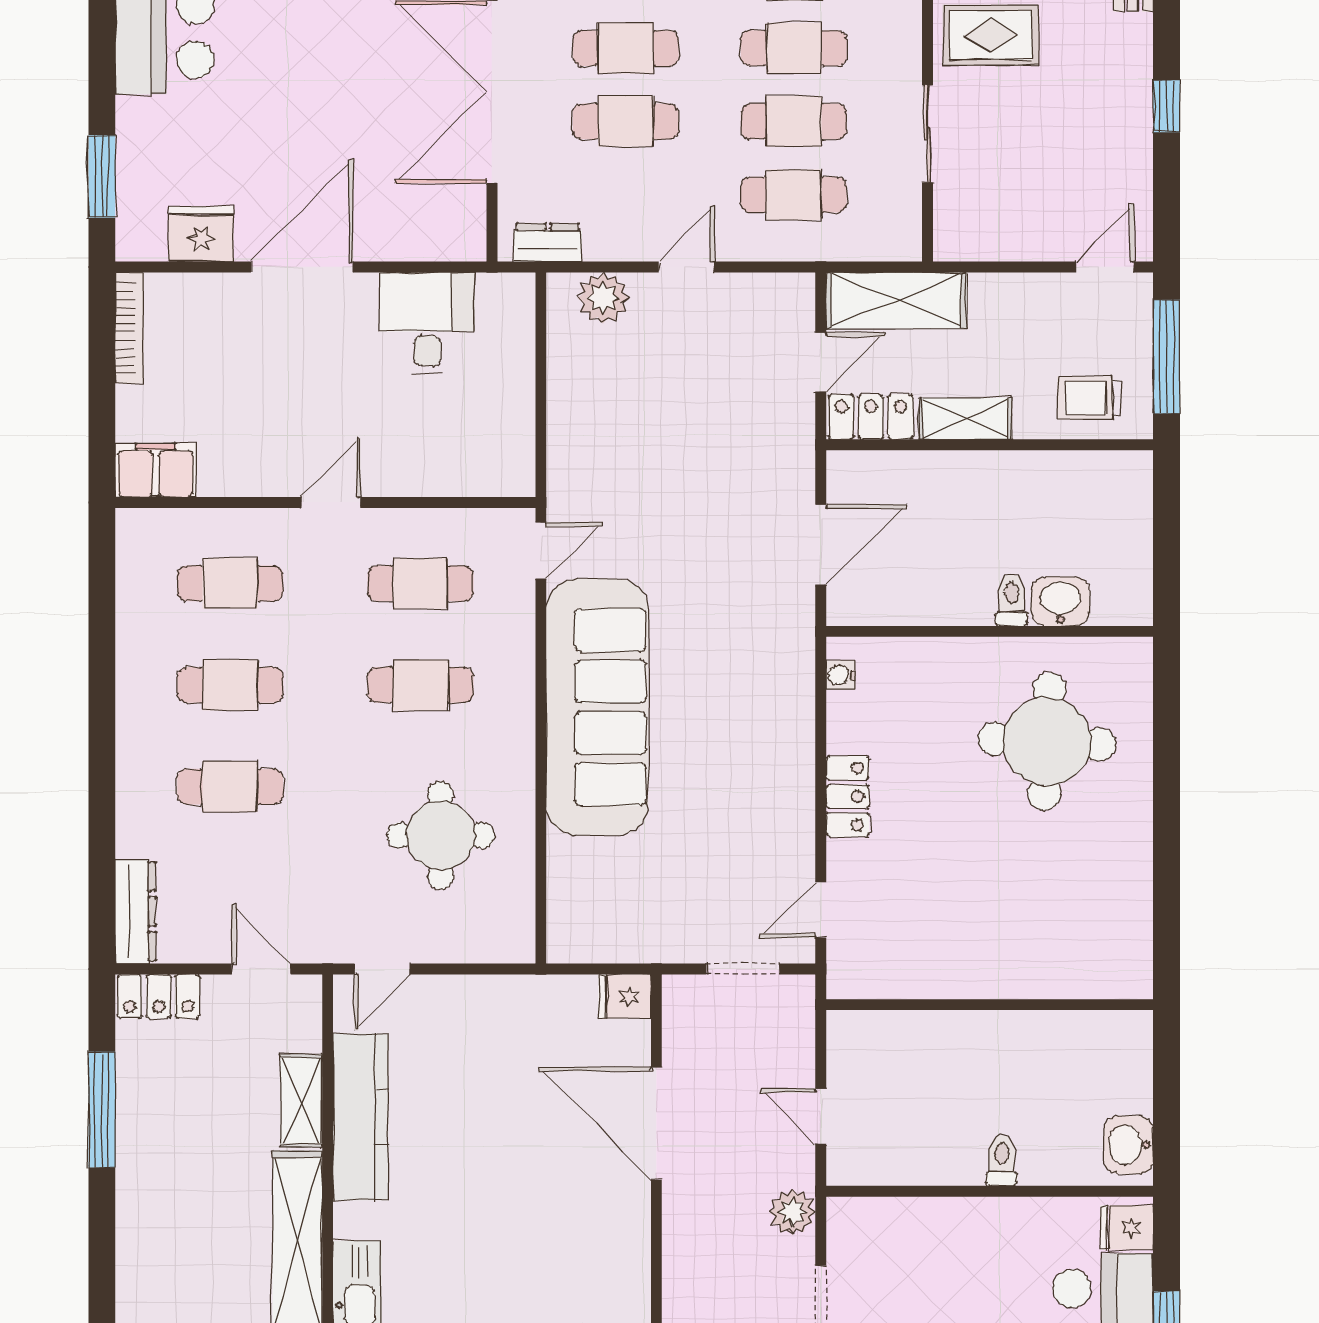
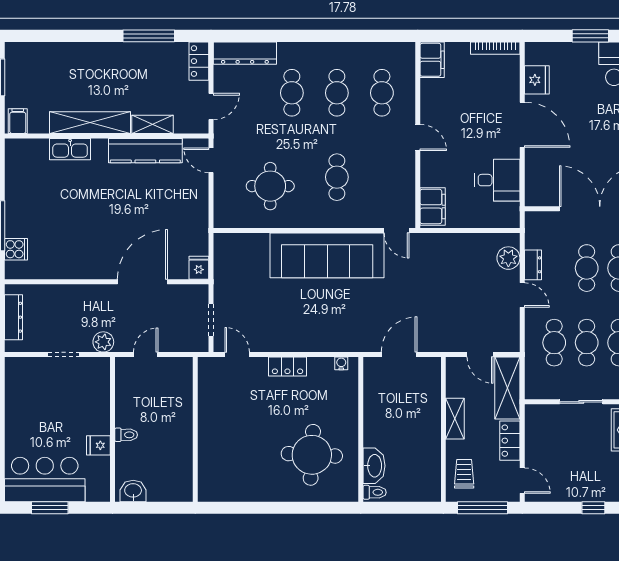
window: (102, 176) -> (590, 36), moved
dresser: (548, 243) -> (533, 265), moved
locker: (871, 417) -> (510, 441), moved, turned 180
filing cabinet: (487, 469) -> (433, 206), added
door: (821, 545) -> (399, 355), swing flipped
cafe table: (420, 583) -> (382, 177), removed
toilet: (1012, 600) -> (375, 492), moved
washbasin: (1060, 601) -> (374, 466), width x1.38
dresser: (136, 912) -> (245, 53), width x1.37, depth x1.24
fridge: (1127, 1228) -> (98, 445), moved, turned -90

